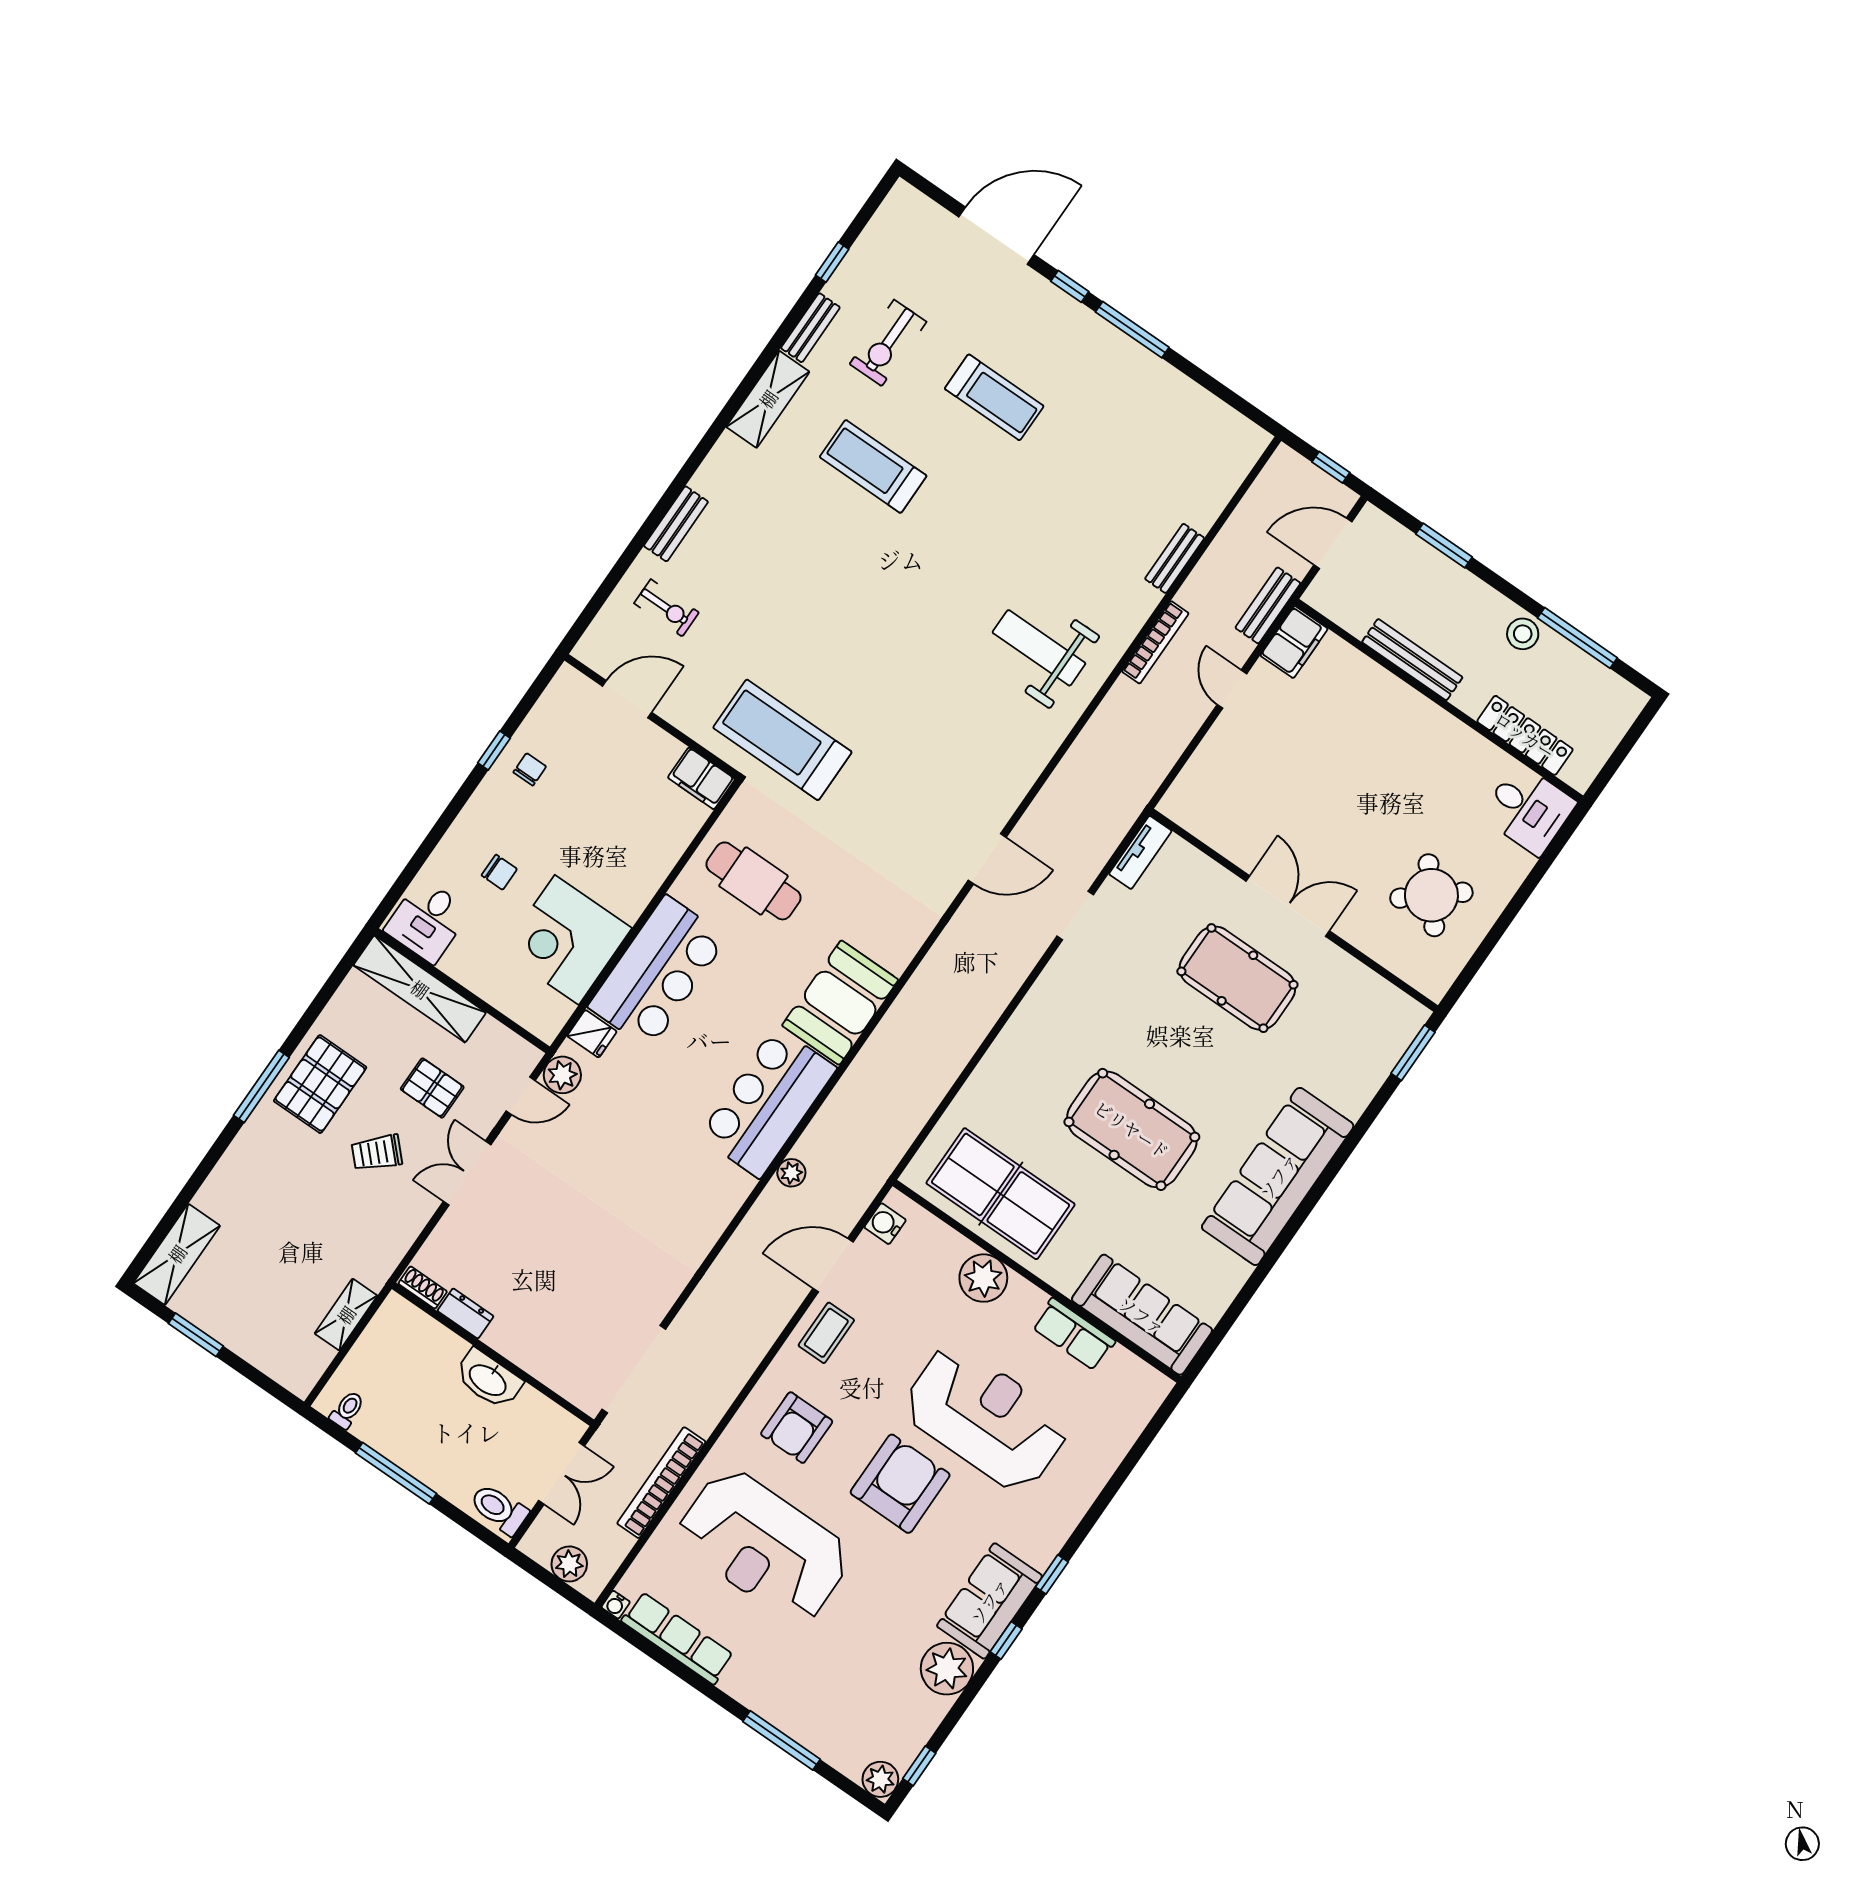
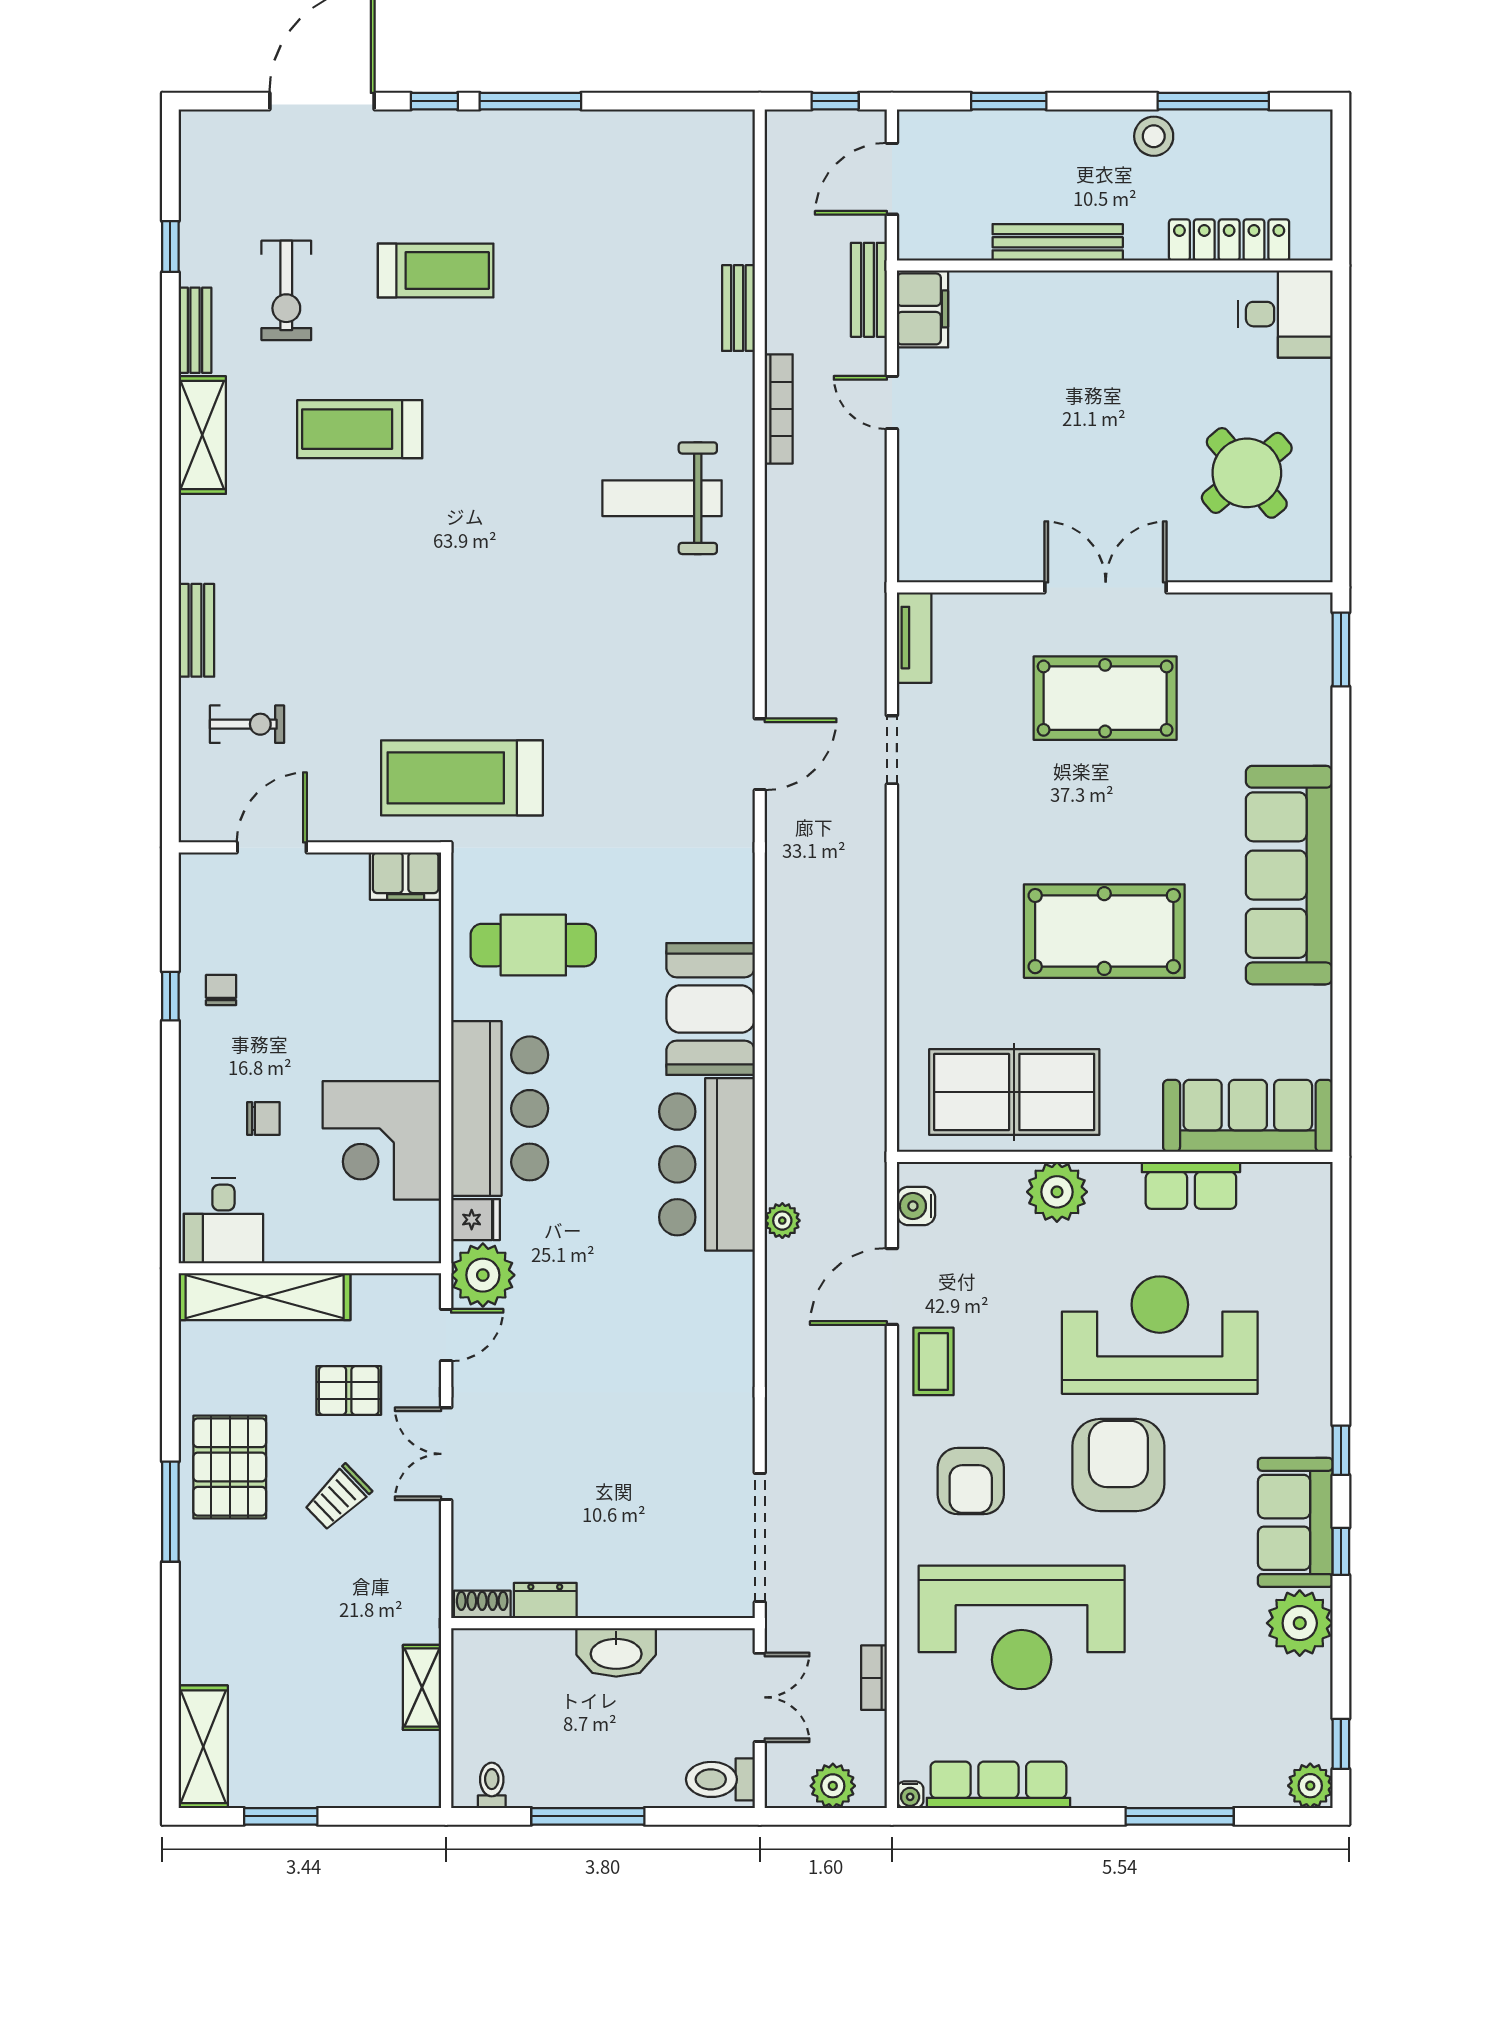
plant: (562, 1075) -> (483, 1275), width x1.36, depth x1.36
bookcase: (661, 1483) -> (874, 1678), width x0.43, depth x0.76

